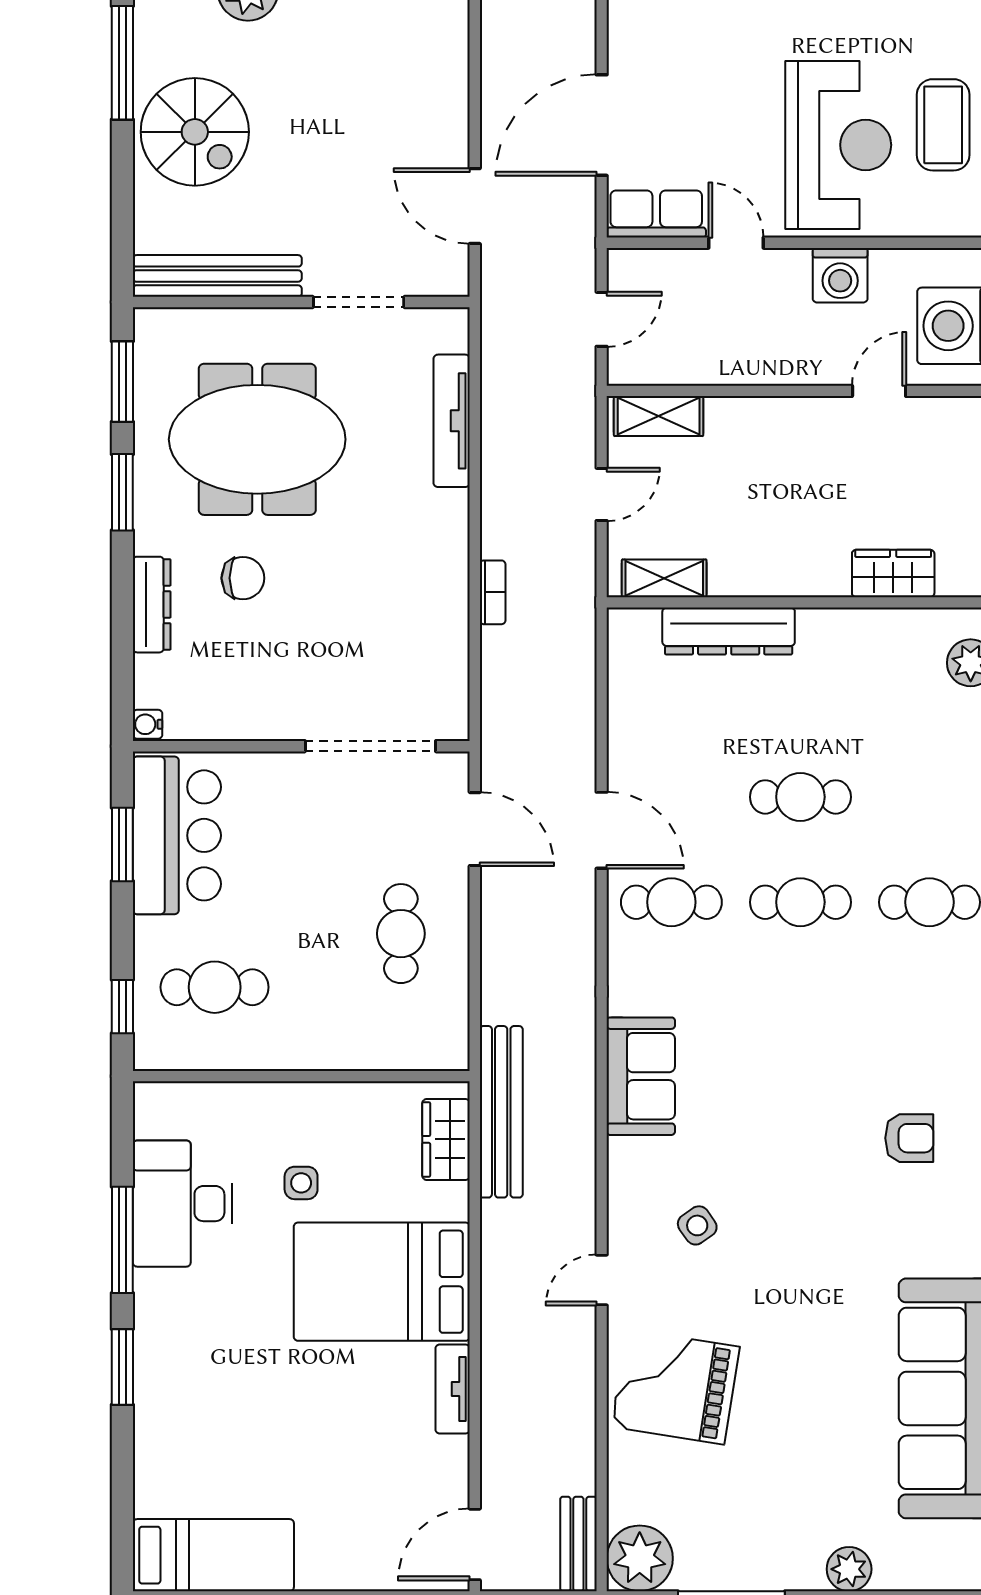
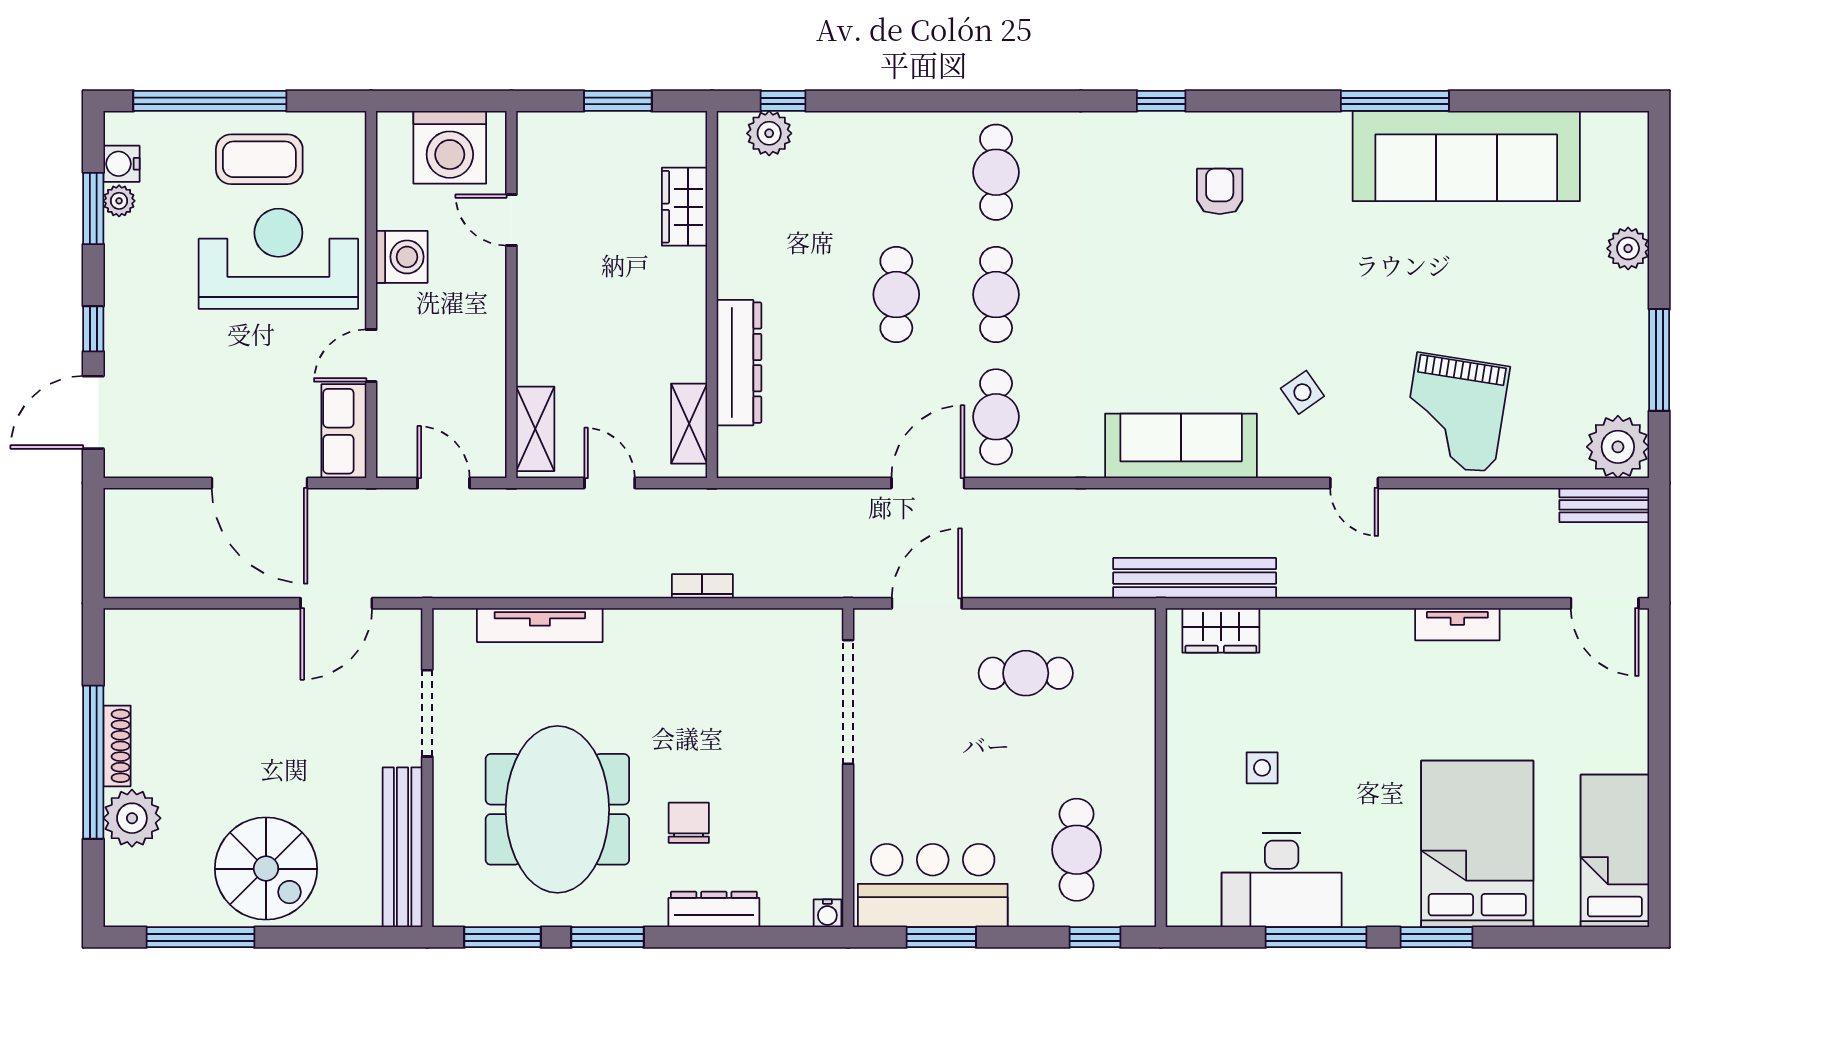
spiral stairs: (195, 132) -> (266, 869), turned 90
sofa: (641, 1076) -> (1181, 446), width x1.36
bed: (382, 1282) -> (1477, 844), moved, turned 180

